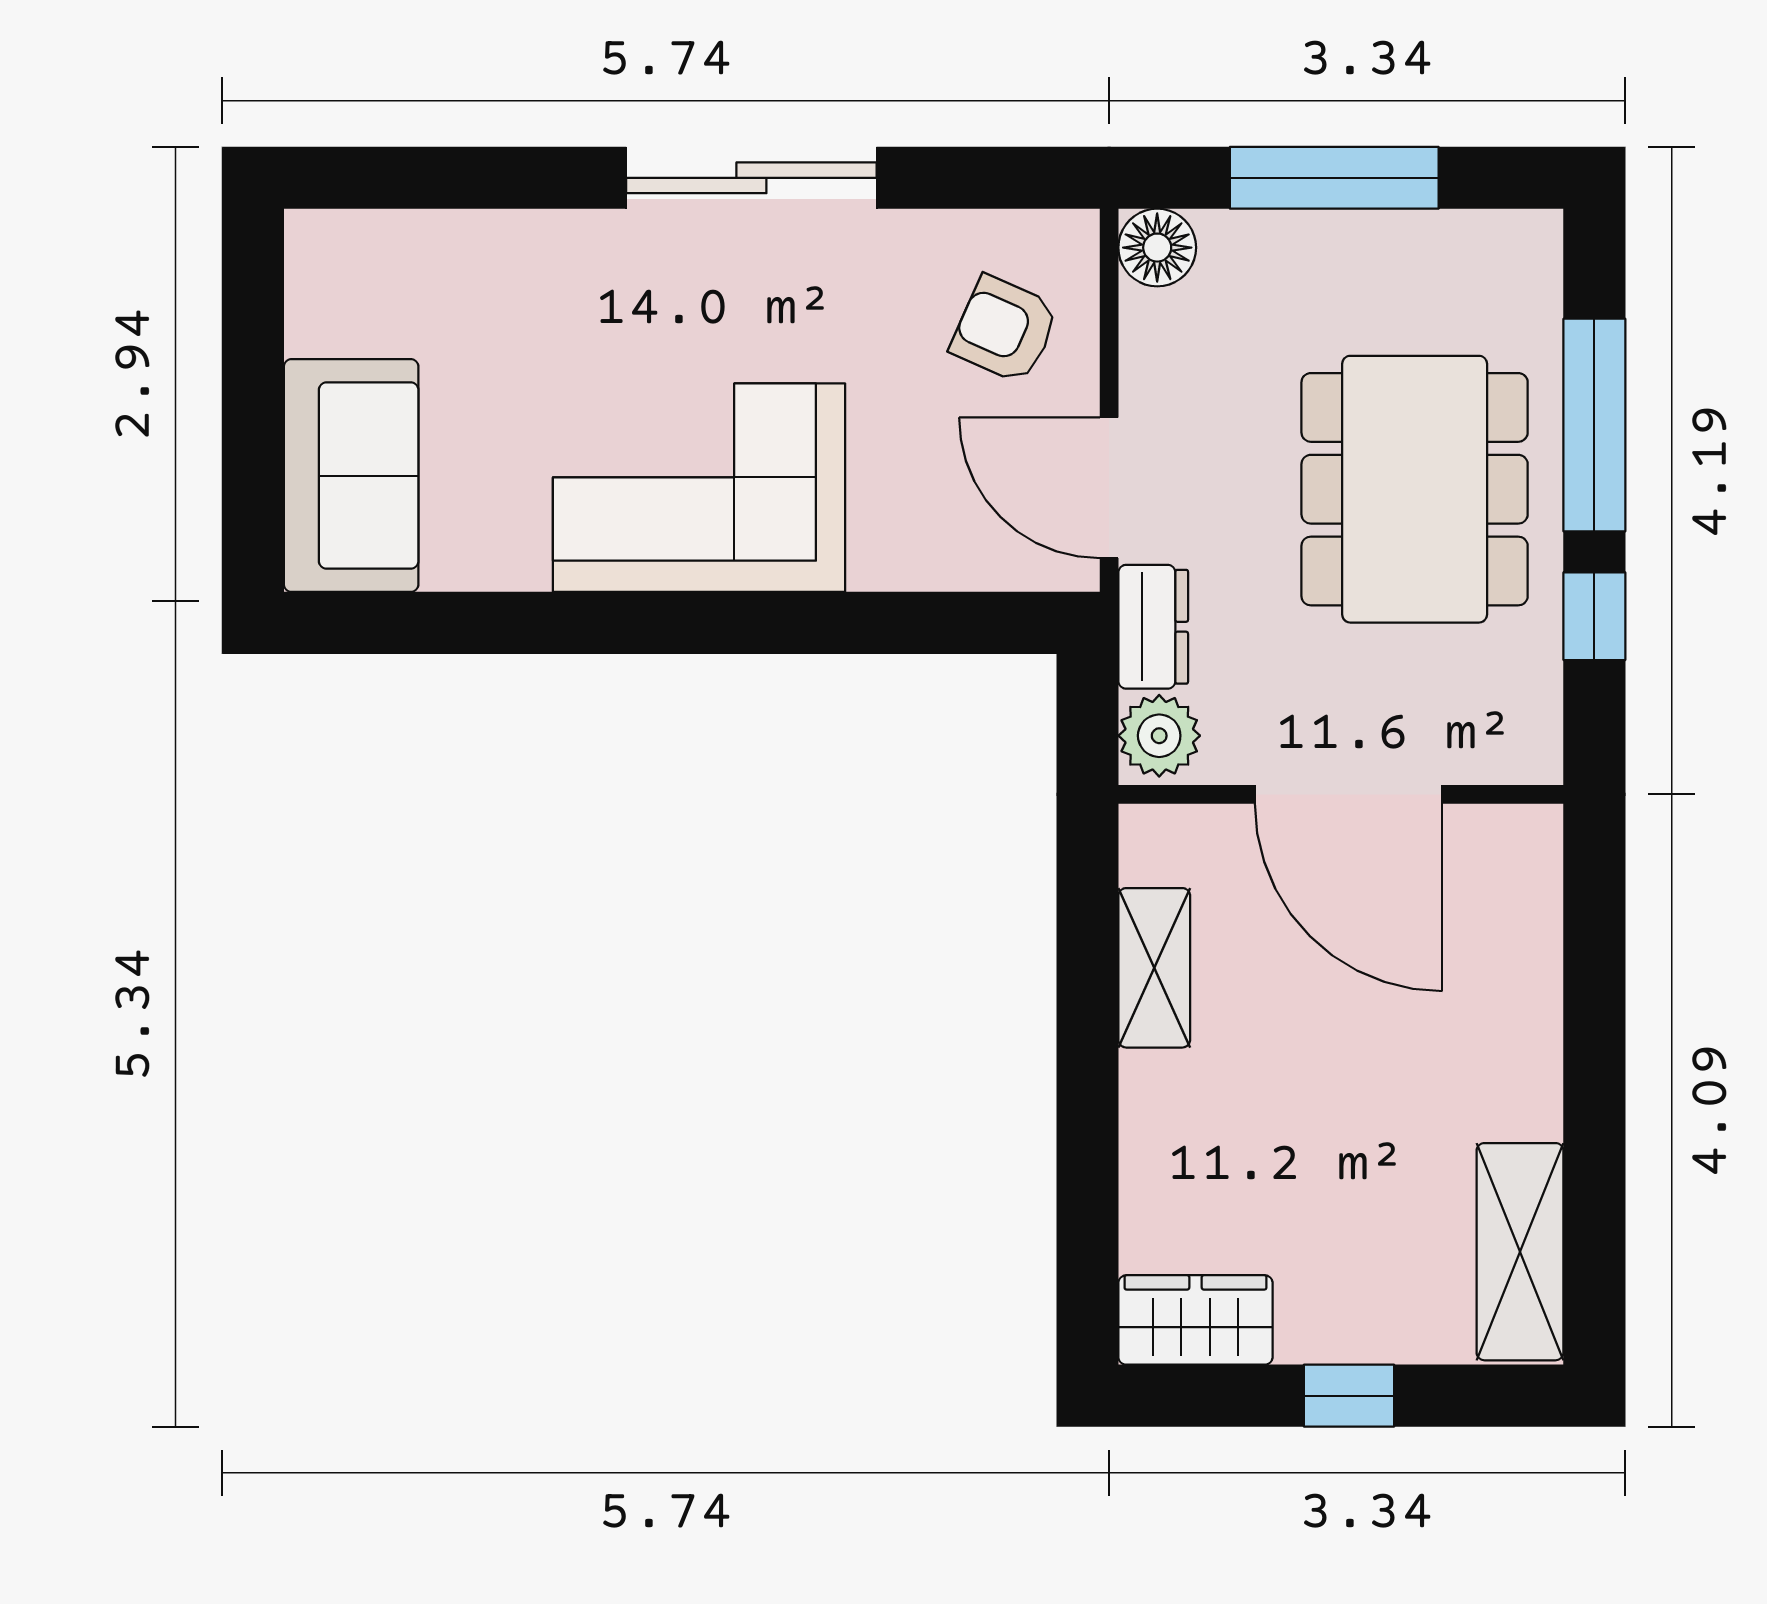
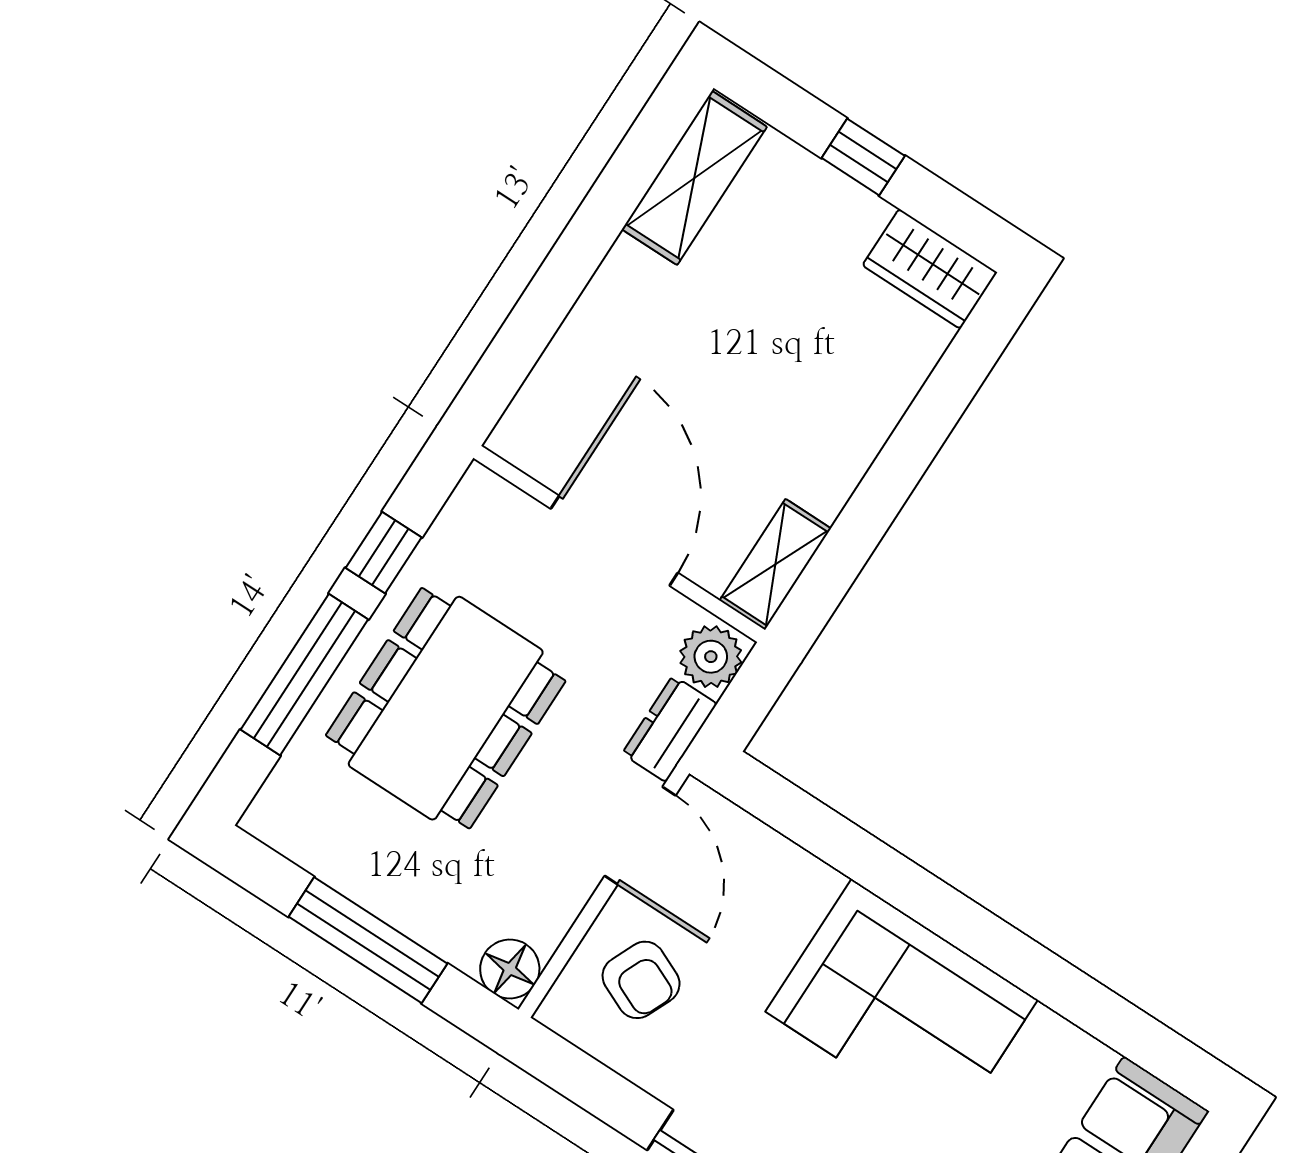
shelving: (1154, 968) -> (775, 564), moved

